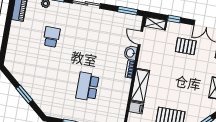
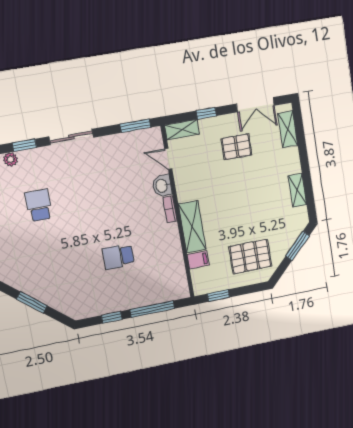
school desk: (87, 87) -> (118, 257), width x0.54

